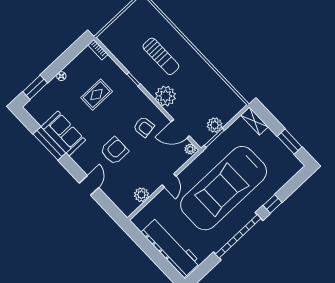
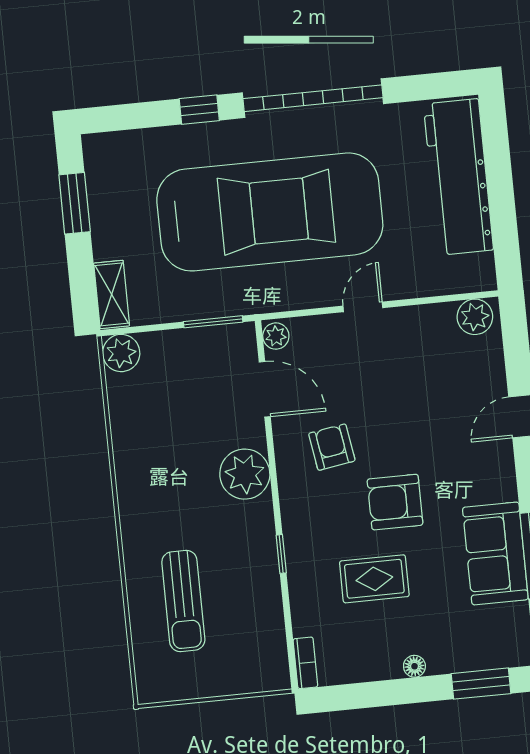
sun lounger: (161, 56) -> (183, 601), moved, turned 180
plant: (215, 125) -> (121, 353), moved
armchair: (114, 151) -> (395, 502), moved
plant: (141, 195) -> (475, 317), moved

